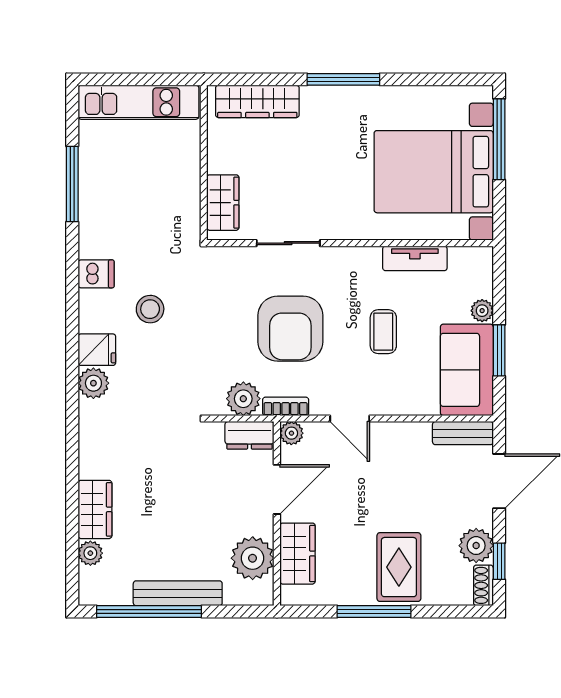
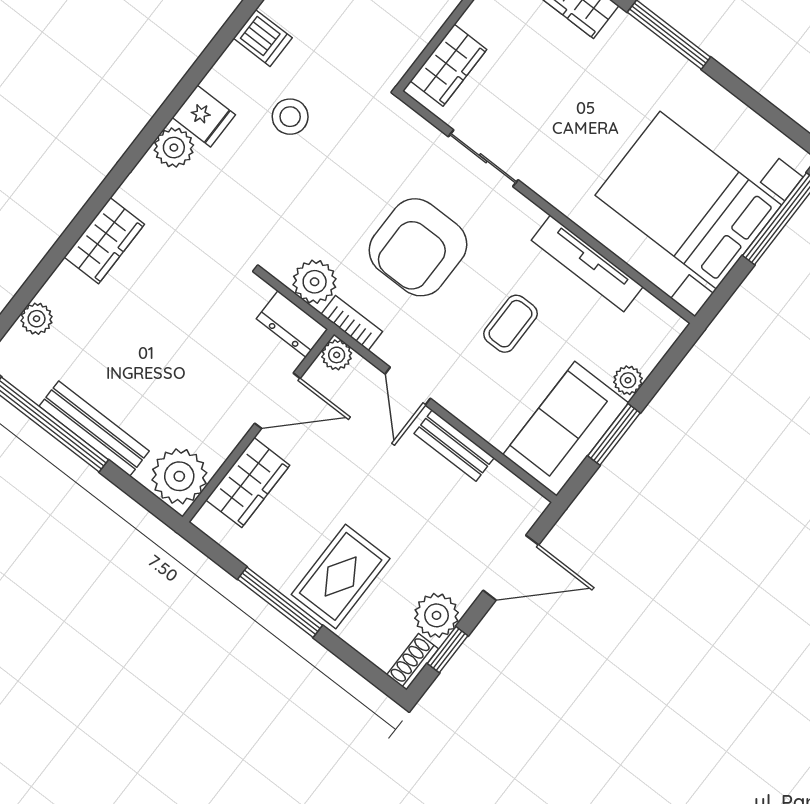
tv unit: (415, 258) -> (587, 263), width x1.41
bench: (463, 433) -> (454, 446), moved
wardrobe: (95, 509) -> (104, 241), moved
plant: (253, 558) -> (179, 476), moved

